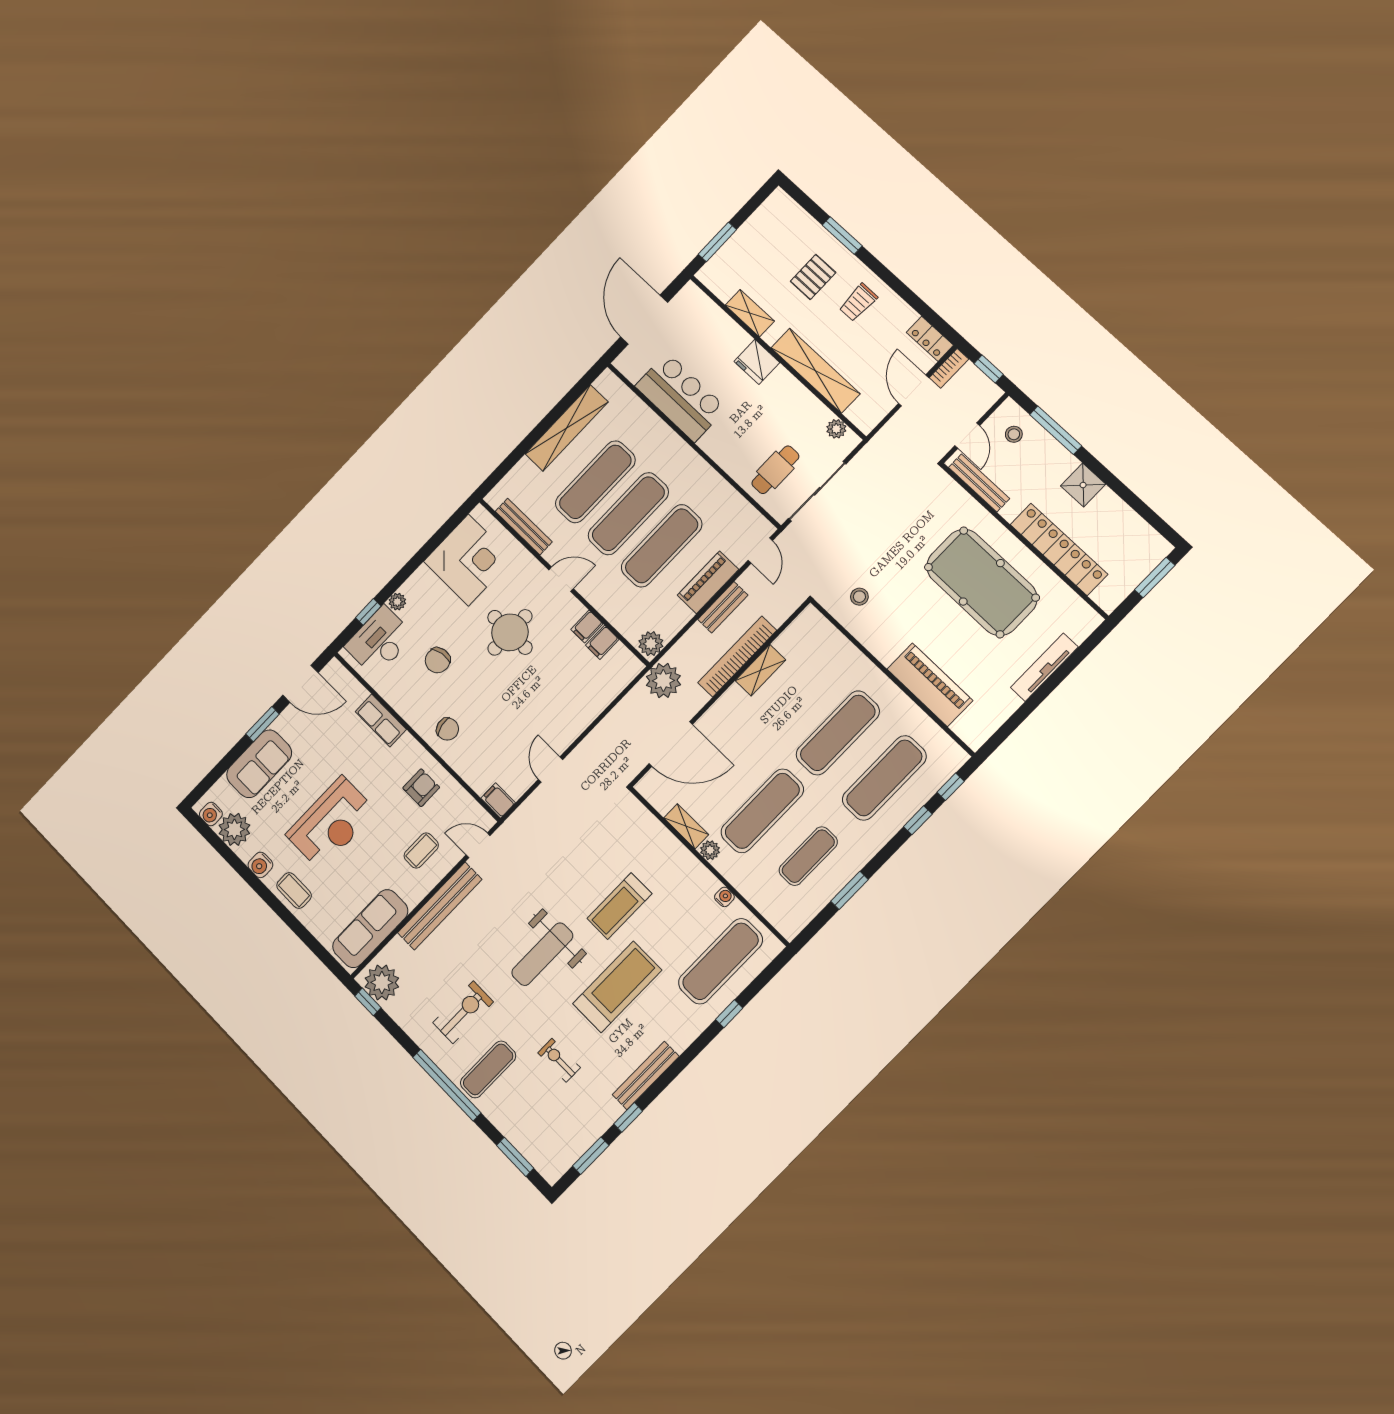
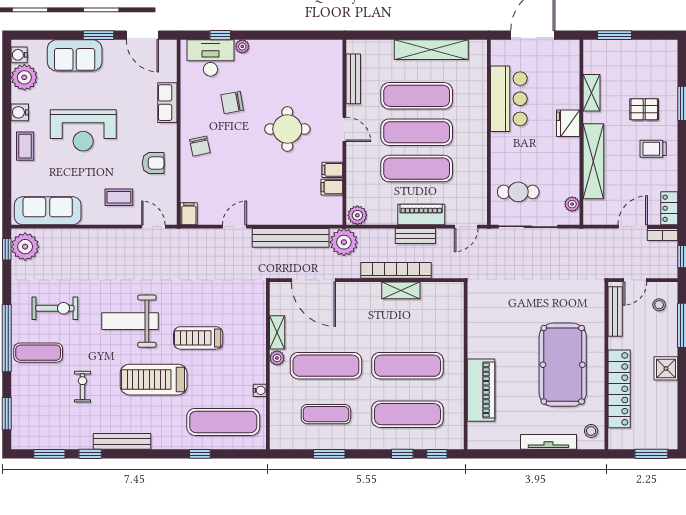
corner desk: (468, 560) -> (305, 65), removed
stool: (859, 597) -> (591, 431), moved
bench: (440, 906) -> (291, 238), moved
treadmill: (617, 987) -> (154, 380), turned 180

